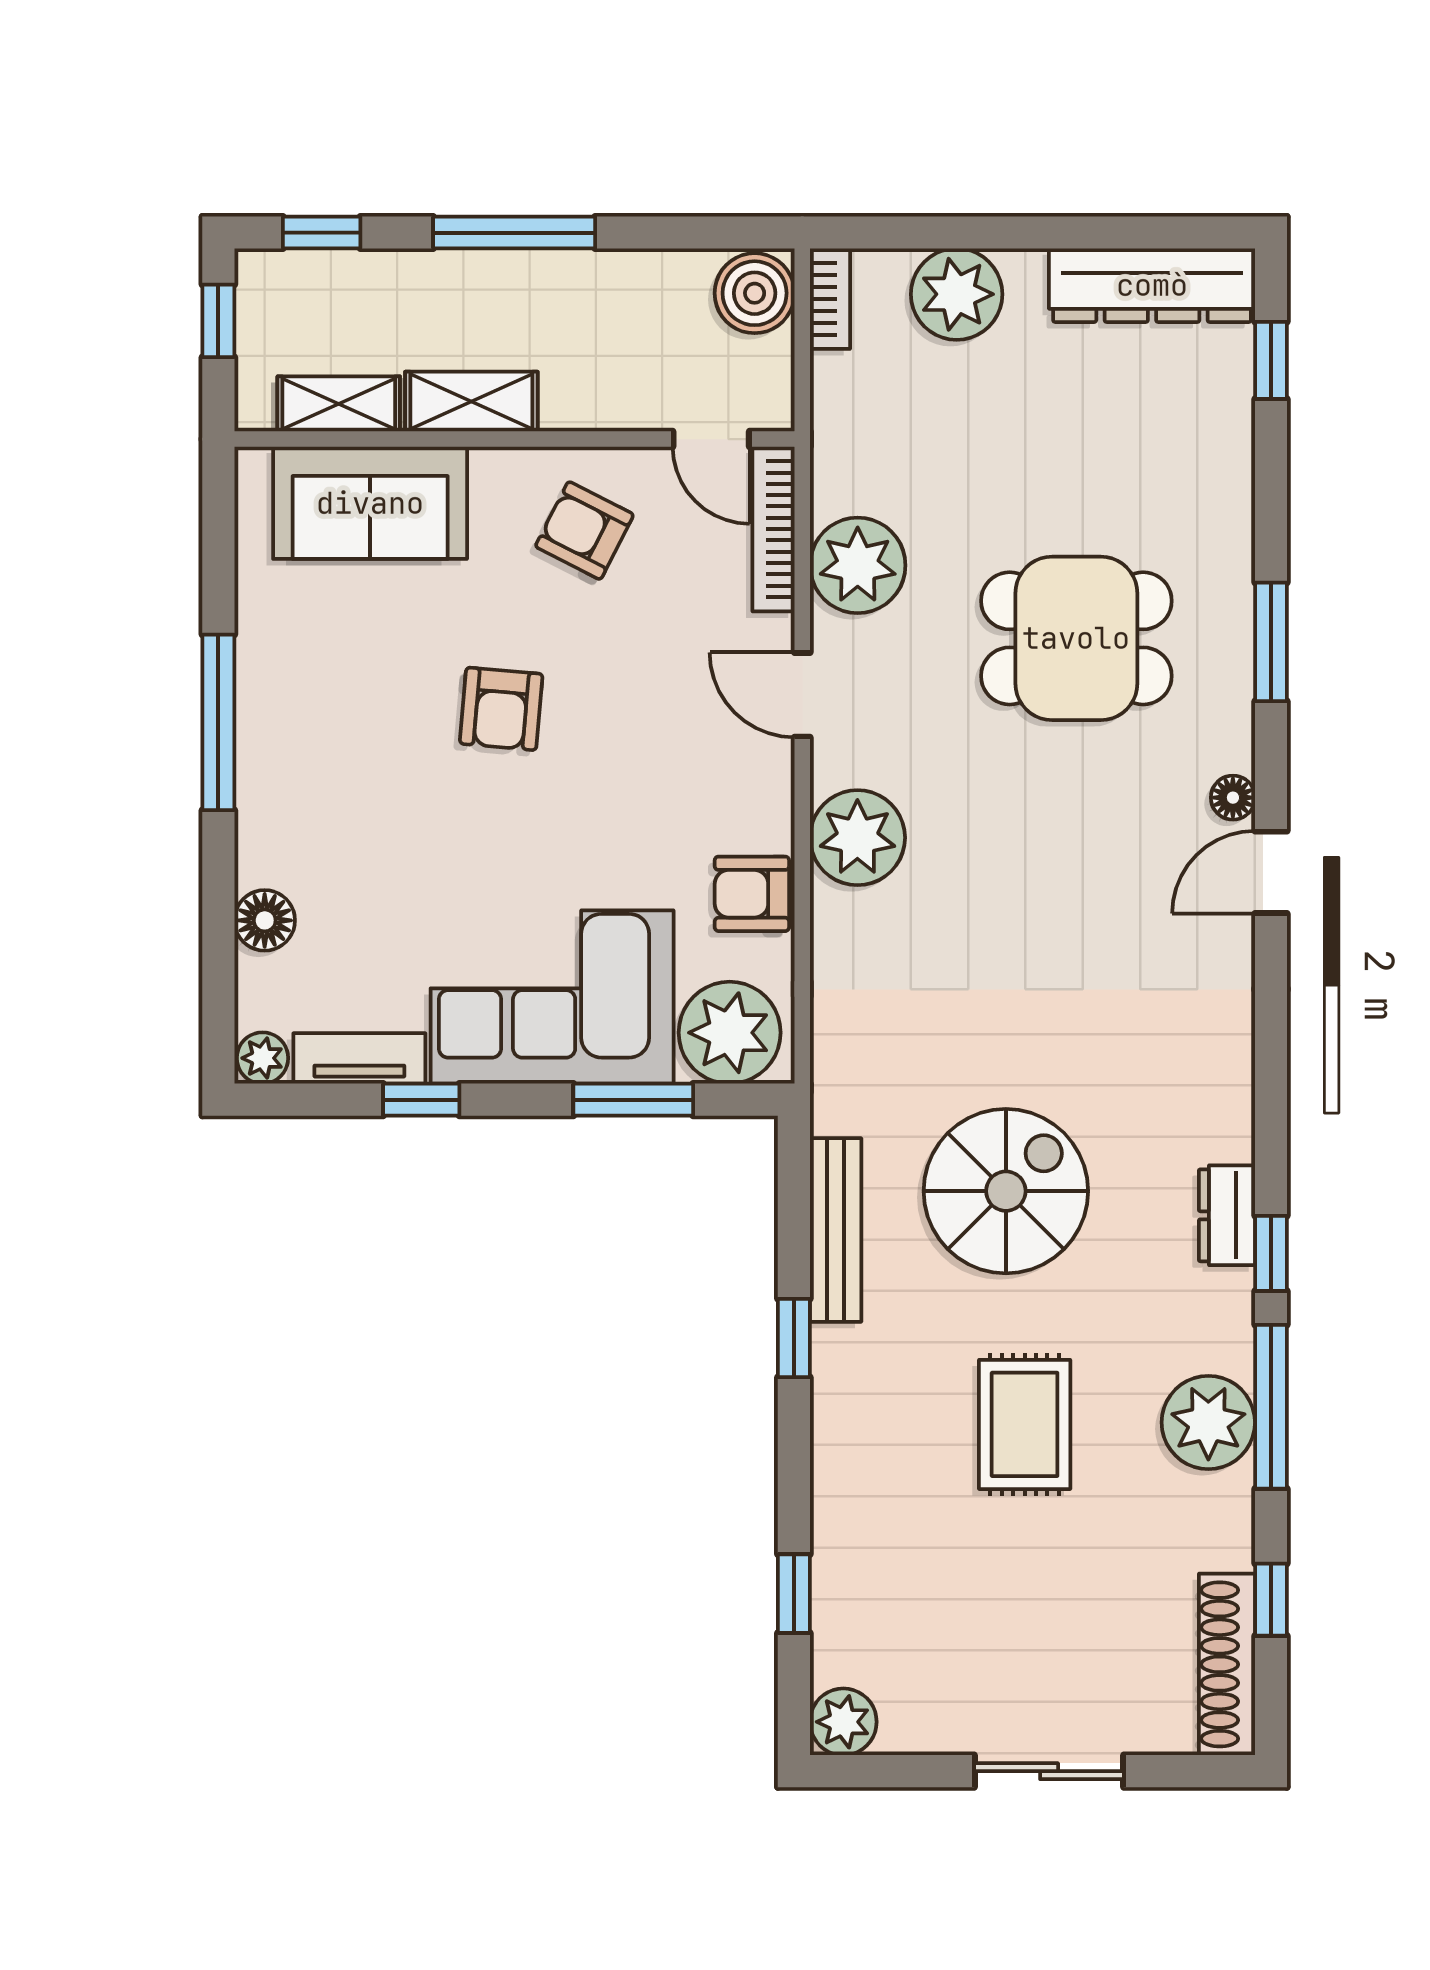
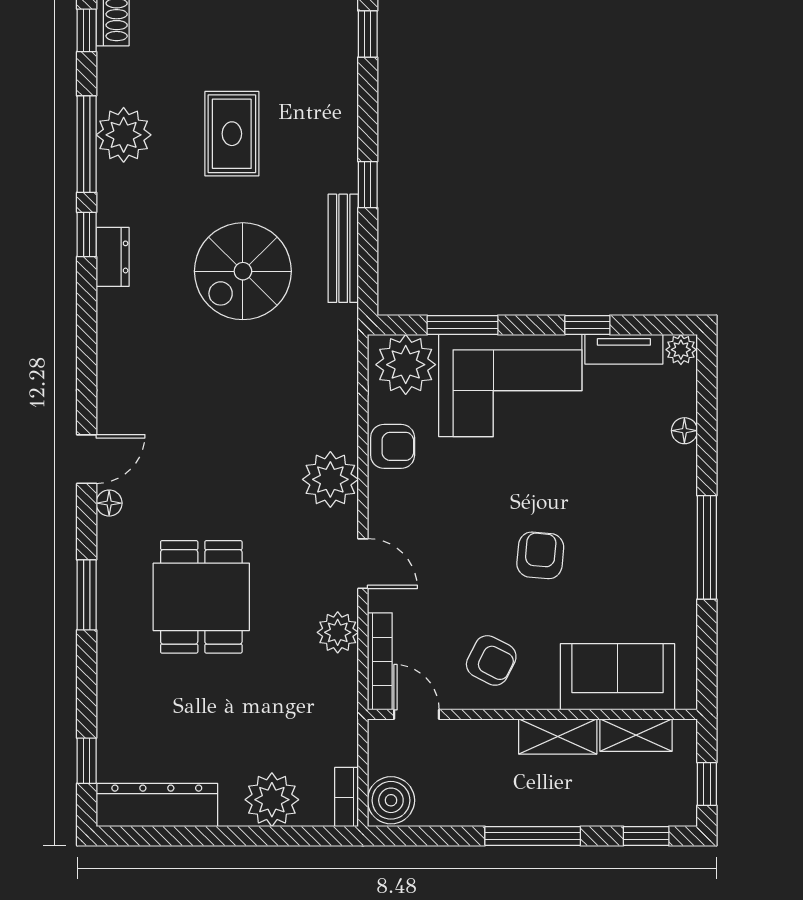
plant: (858, 565) -> (338, 632), width x0.73, depth x0.73
dining table: (1076, 638) -> (201, 597), turned 90
floor lamp: (265, 920) -> (684, 431), width x0.73, depth x0.73

